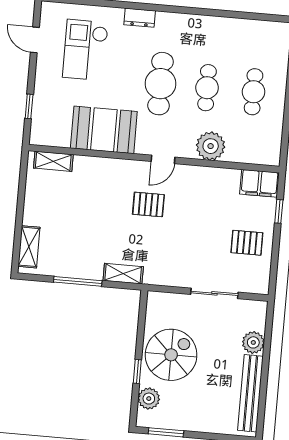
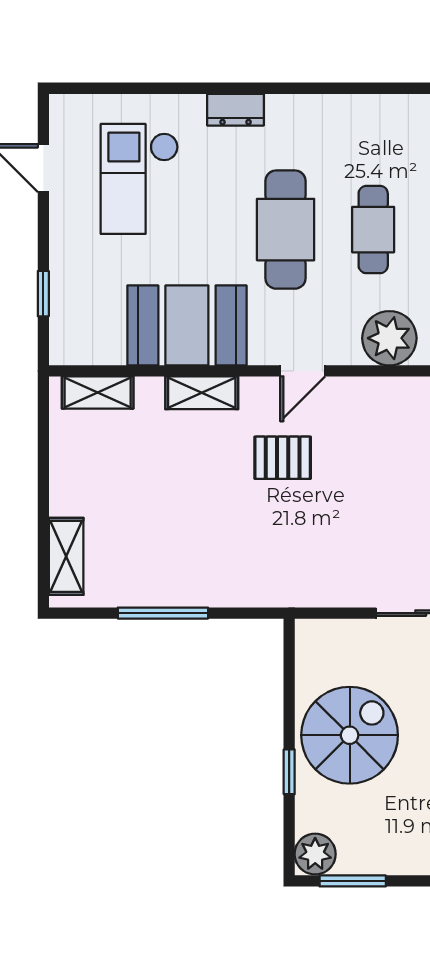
shelving: (123, 274) -> (202, 393), moved
plant: (149, 399) -> (315, 854), moved

